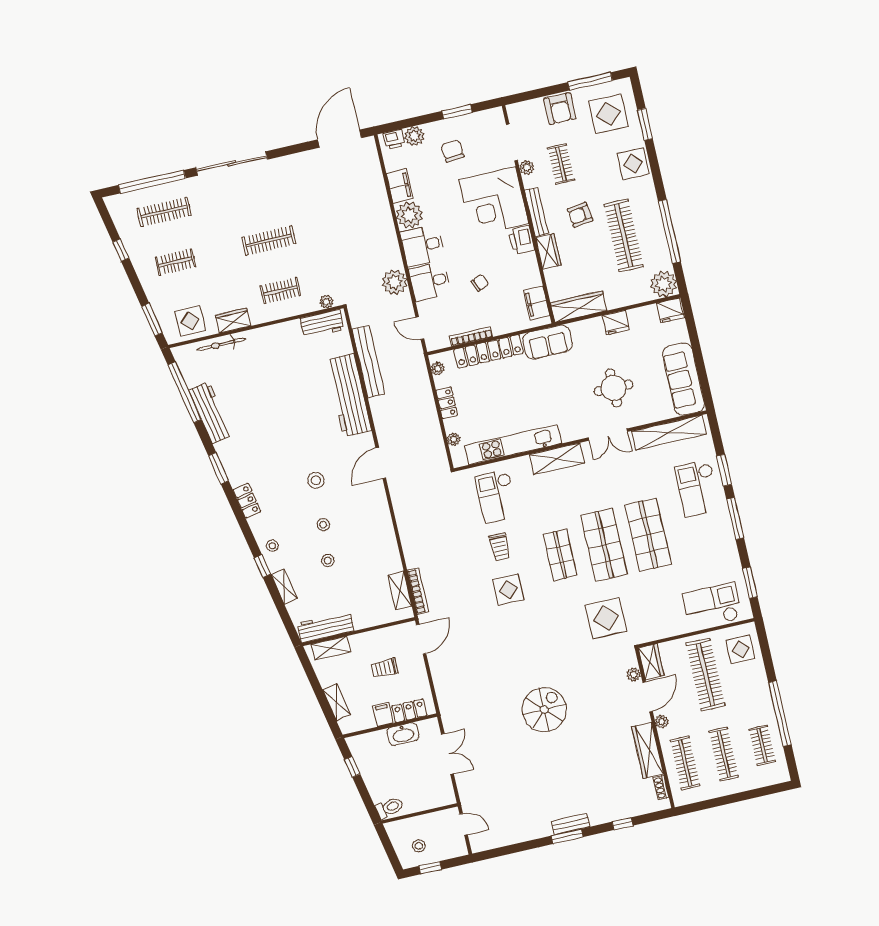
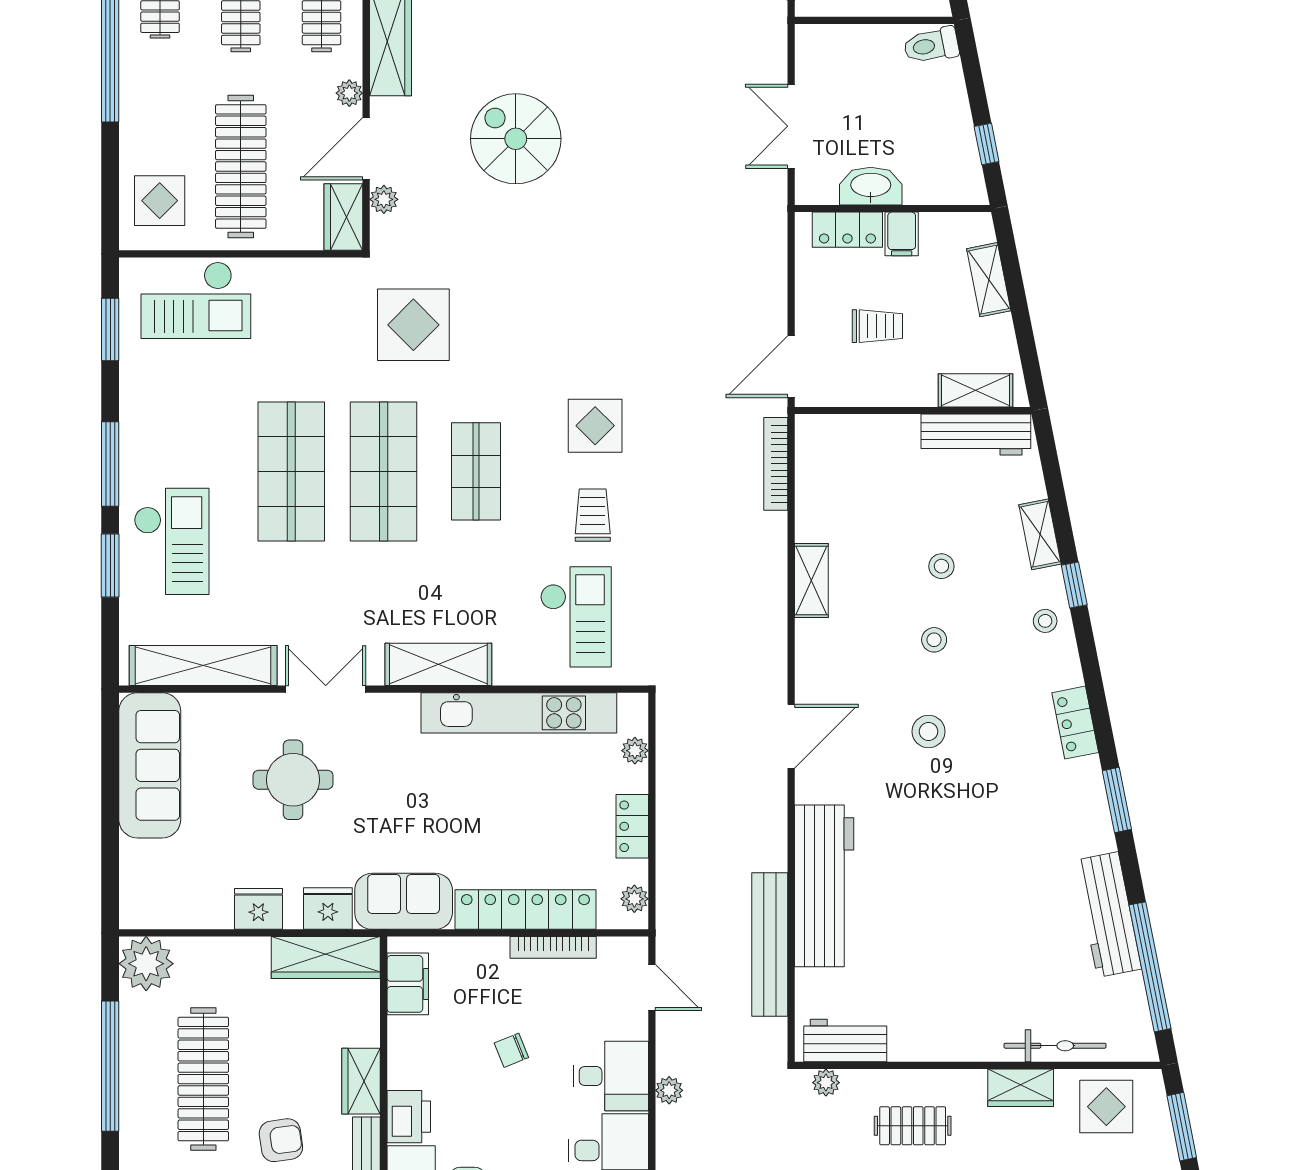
plant: (395, 282) -> (669, 1090), width x0.53, depth x0.53
fridge: (670, 310) -> (328, 909), moved
shelving: (400, 590) -> (811, 581), moved
spiral stairs: (544, 710) -> (516, 139), moved, turned 90

